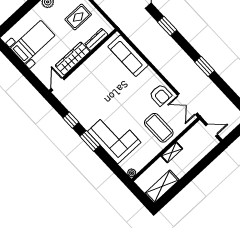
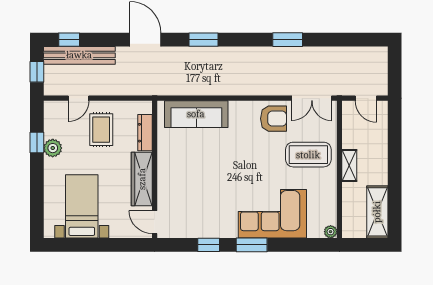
door: (212, 130) -> (366, 98), swing flipped

